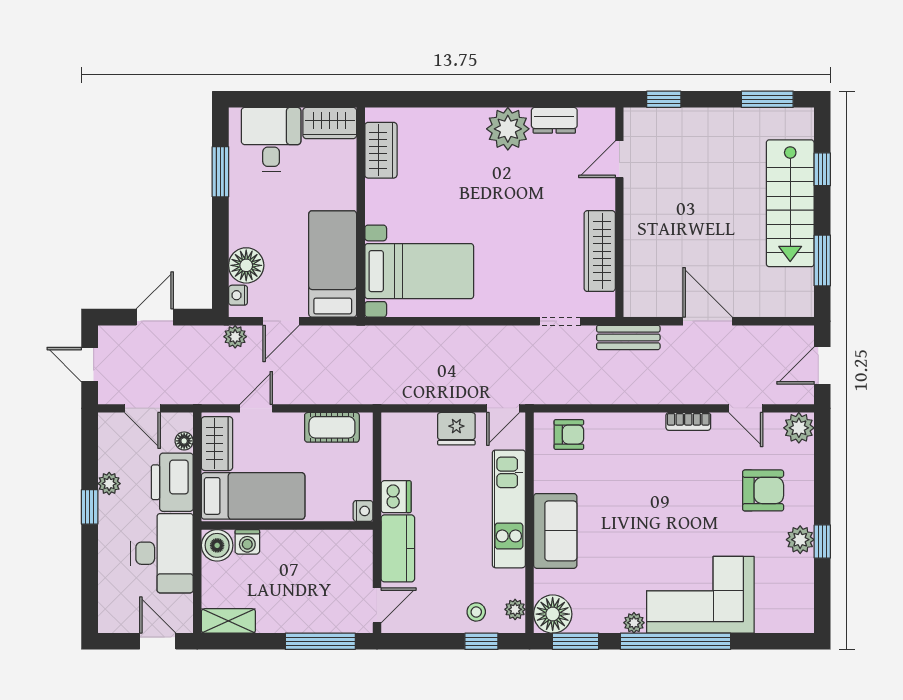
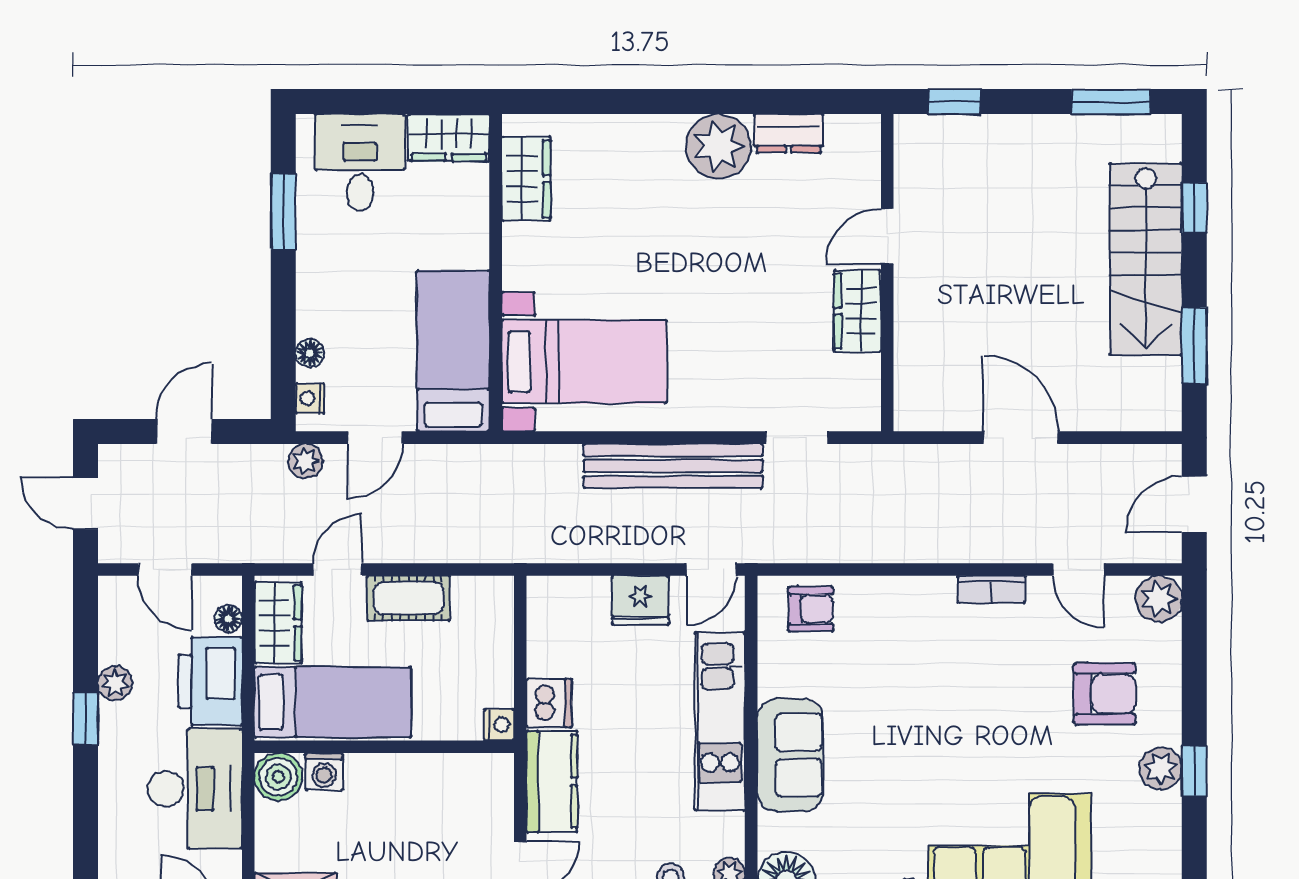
door: (619, 159) -> (887, 236), moved
wardrobe: (600, 251) -> (857, 311), width x0.67
floor lamp: (246, 265) -> (310, 353), width x0.53, depth x0.53
bench: (628, 337) -> (673, 466), moved, width x1.86, depth x1.21
cot: (332, 427) -> (408, 598), moved

